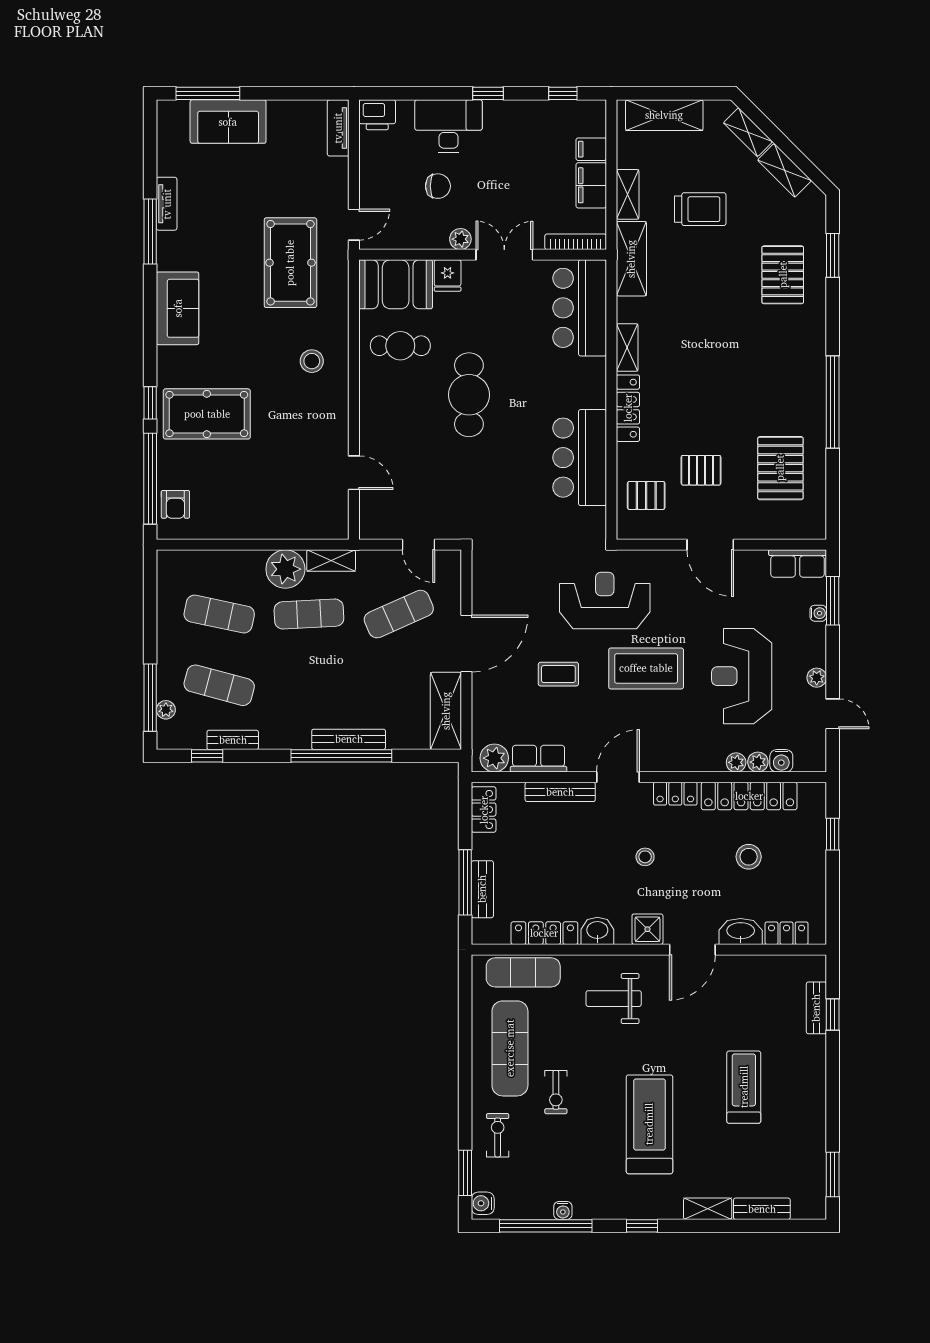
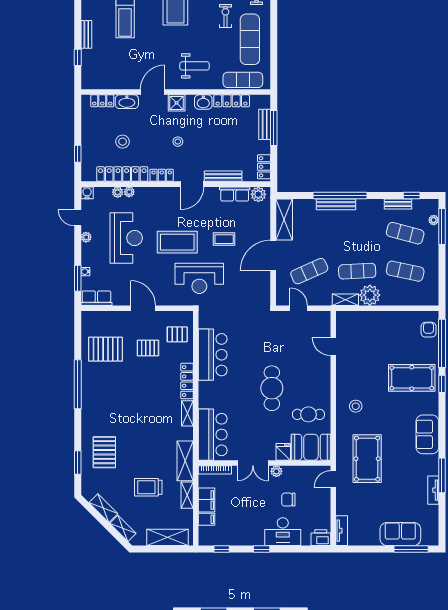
pallet: (780, 468) -> (106, 349), turned 90
water cooler: (781, 761) -> (87, 193), moved
bench: (816, 1008) -> (86, 34), moved

